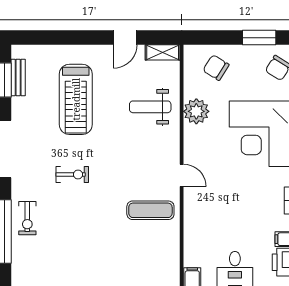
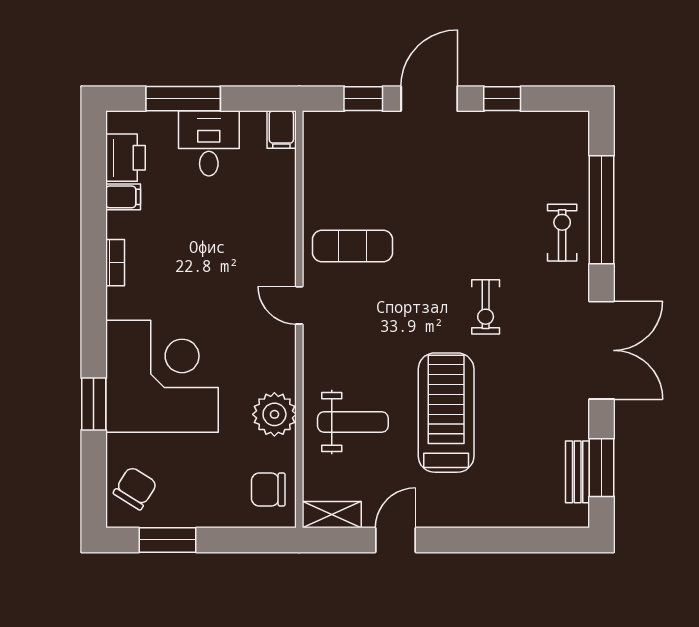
chair: (216, 68) -> (268, 489), moved, turned 148
treadmill: (76, 99) -> (446, 413), moved
exercise bike: (72, 174) -> (486, 307), turned -90

